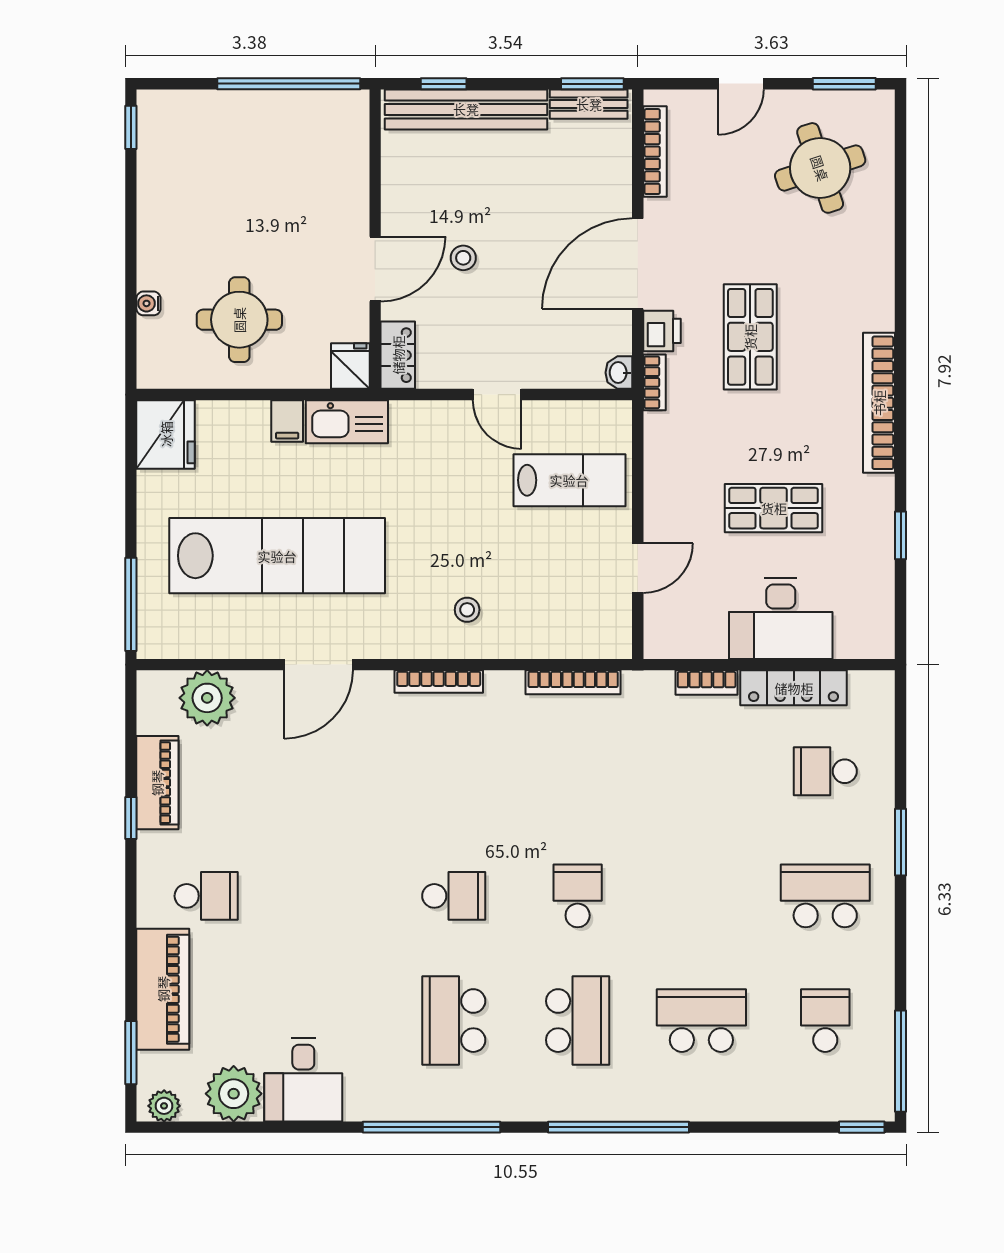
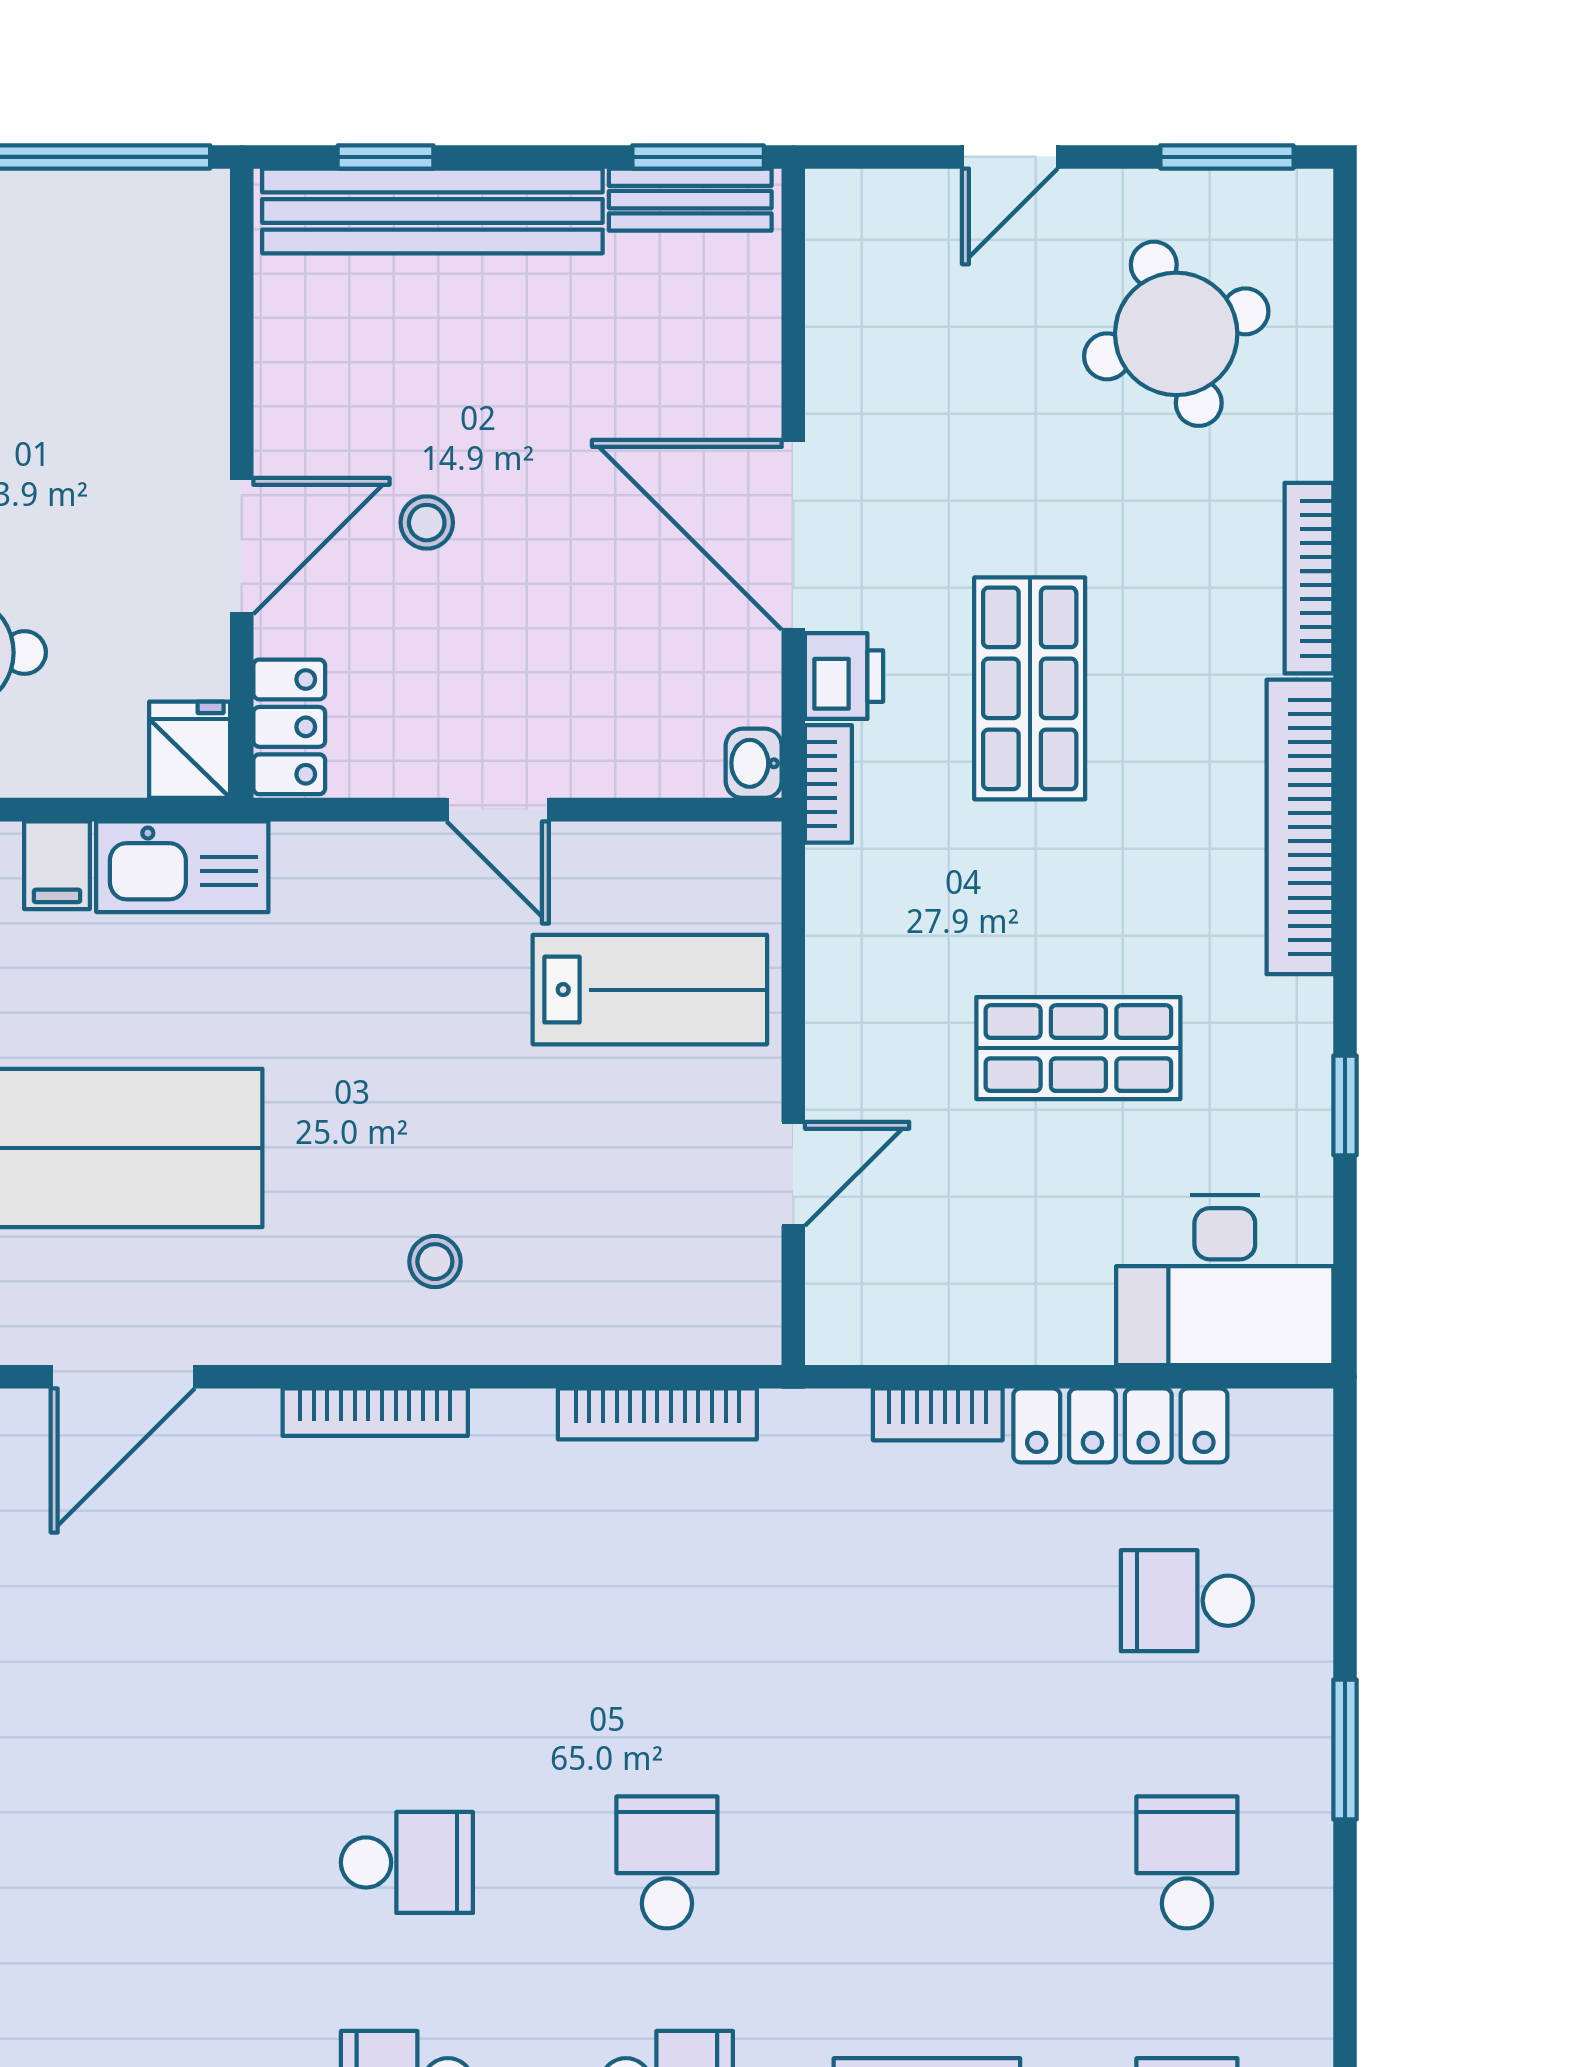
bookcase: (655, 152) -> (1309, 578), moved, turned 180
door: (638, 264) -> (793, 535), hinge flipped
desk: (781, 618) -> (1225, 1280), moved
school desk: (825, 896) -> (1187, 1862), width x0.54

